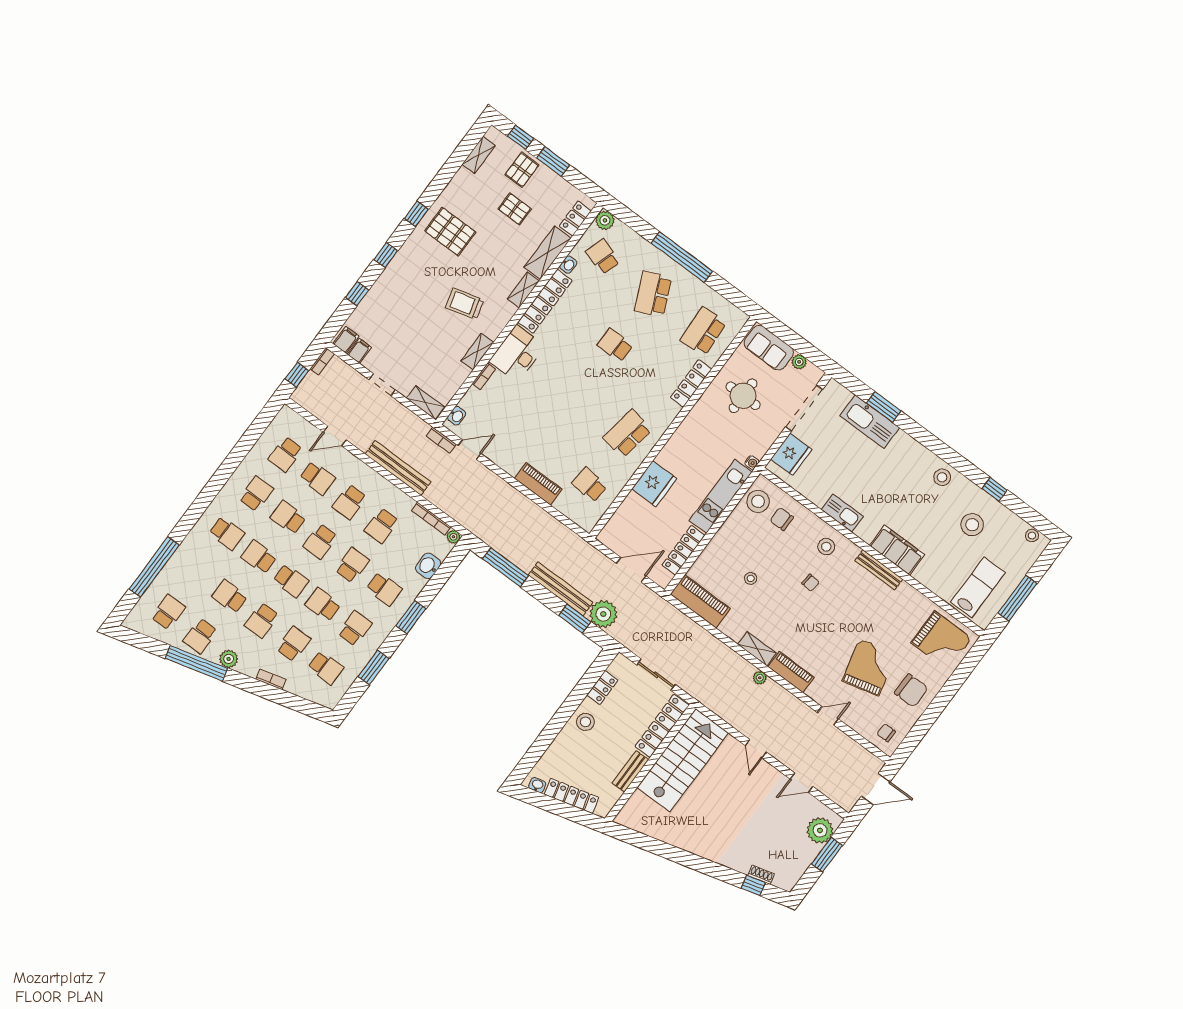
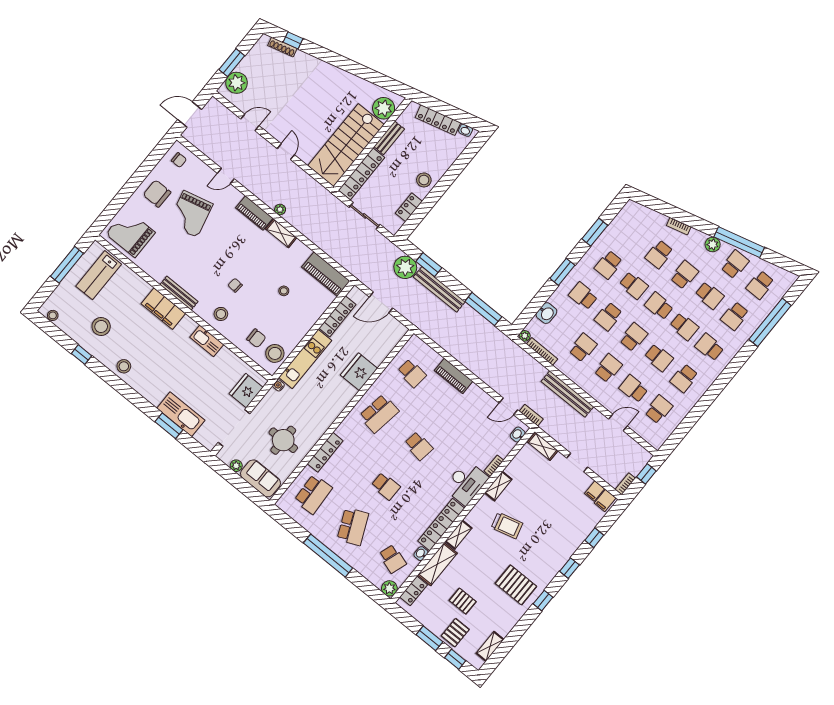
school desk: (577, 396) -> (419, 446), added
school desk: (326, 668) -> (735, 316), moved, turned -90
plant: (639, 807) -> (384, 108), added
shoe rack: (761, 875) -> (282, 47), width x1.43

